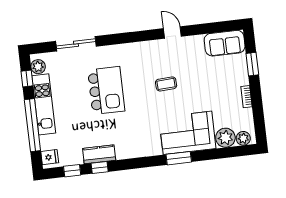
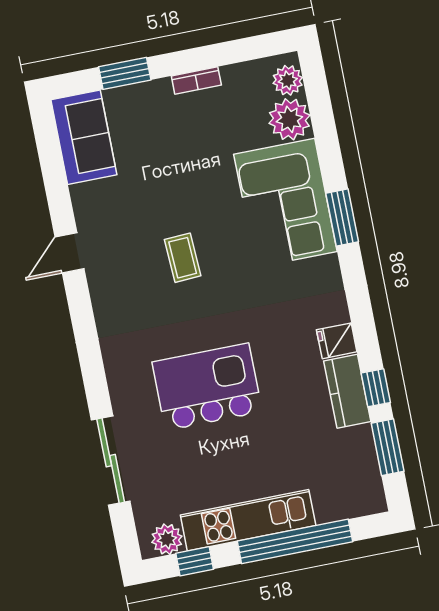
fridge: (50, 157) -> (337, 341), moved, turned -90
window: (72, 171) -> (388, 447), width x1.50

